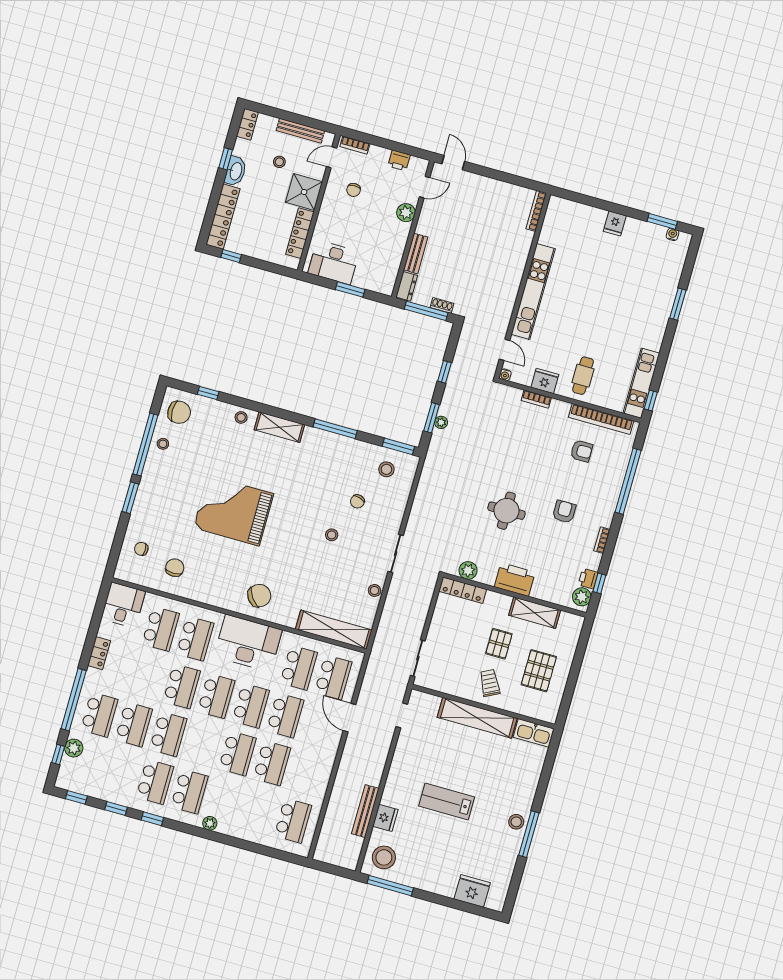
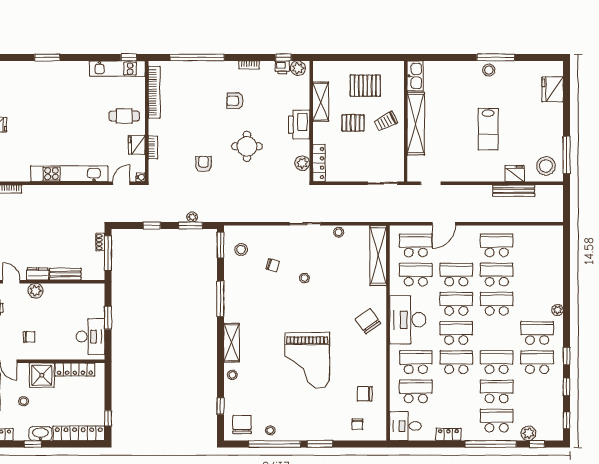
dresser: (407, 286) -> (38, 274), moved
armchair: (582, 451) -> (203, 164), moved
school desk: (293, 821) -> (497, 245), moved

